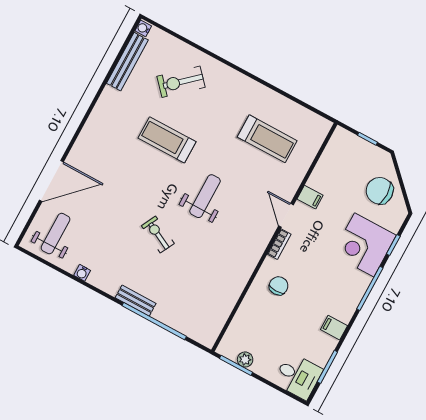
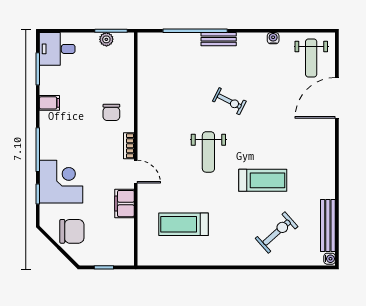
filing cabinet: (310, 197) -> (124, 204), width x2.00

